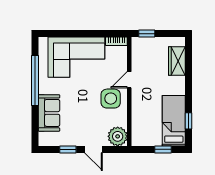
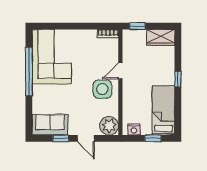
corner sofa: (76, 57) -> (52, 57), moved, turned -90
wardrobe: (177, 61) -> (161, 37), moved, turned -90
sofa: (49, 113) -> (50, 125), moved, turned -90
window: (189, 121) -> (178, 79), moved
nightstand: (143, 140) -> (134, 129), added

